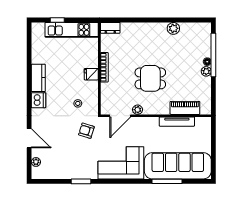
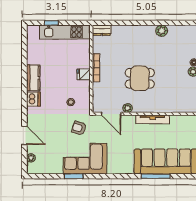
piano: (185, 108) -> (173, 106), removed
door: (120, 116) -> (111, 114), hinge flipped
tv unit: (177, 122) -> (153, 119), moved
corner sofa: (121, 163) -> (85, 159), moved

